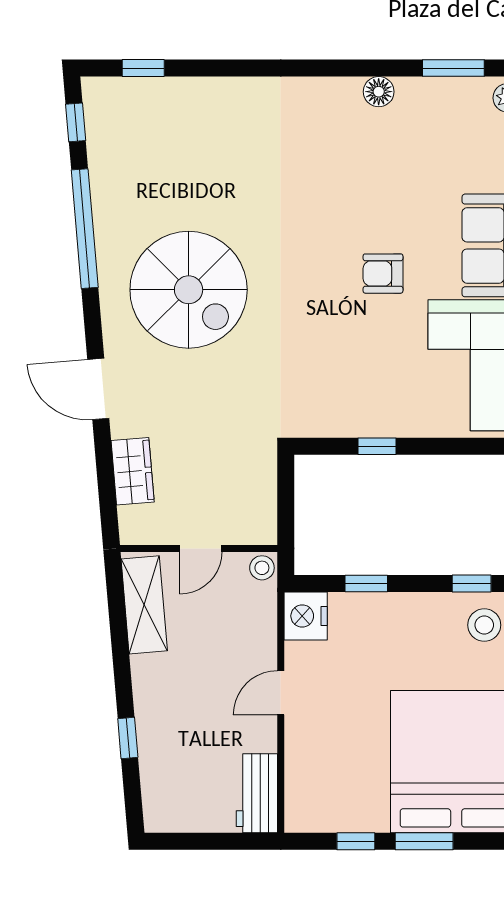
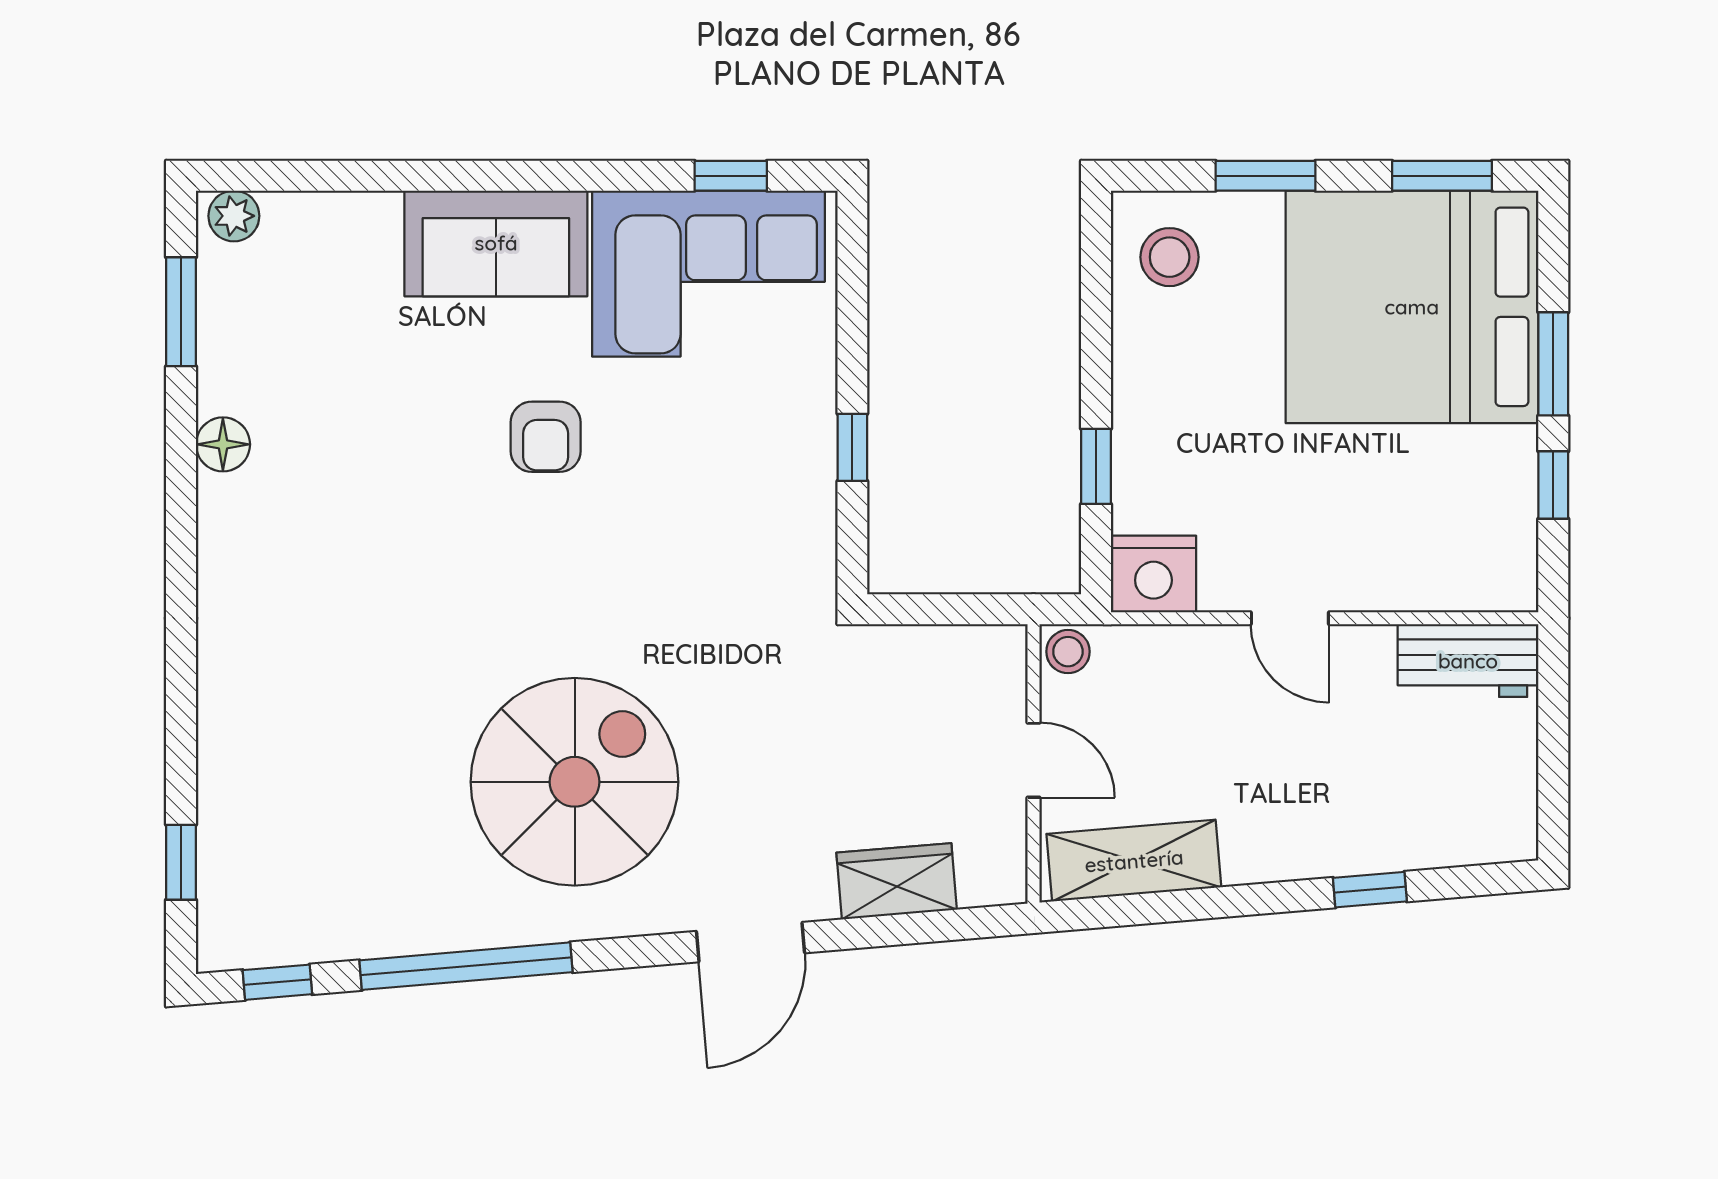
window: (472, 584) -> (1096, 279), removed

